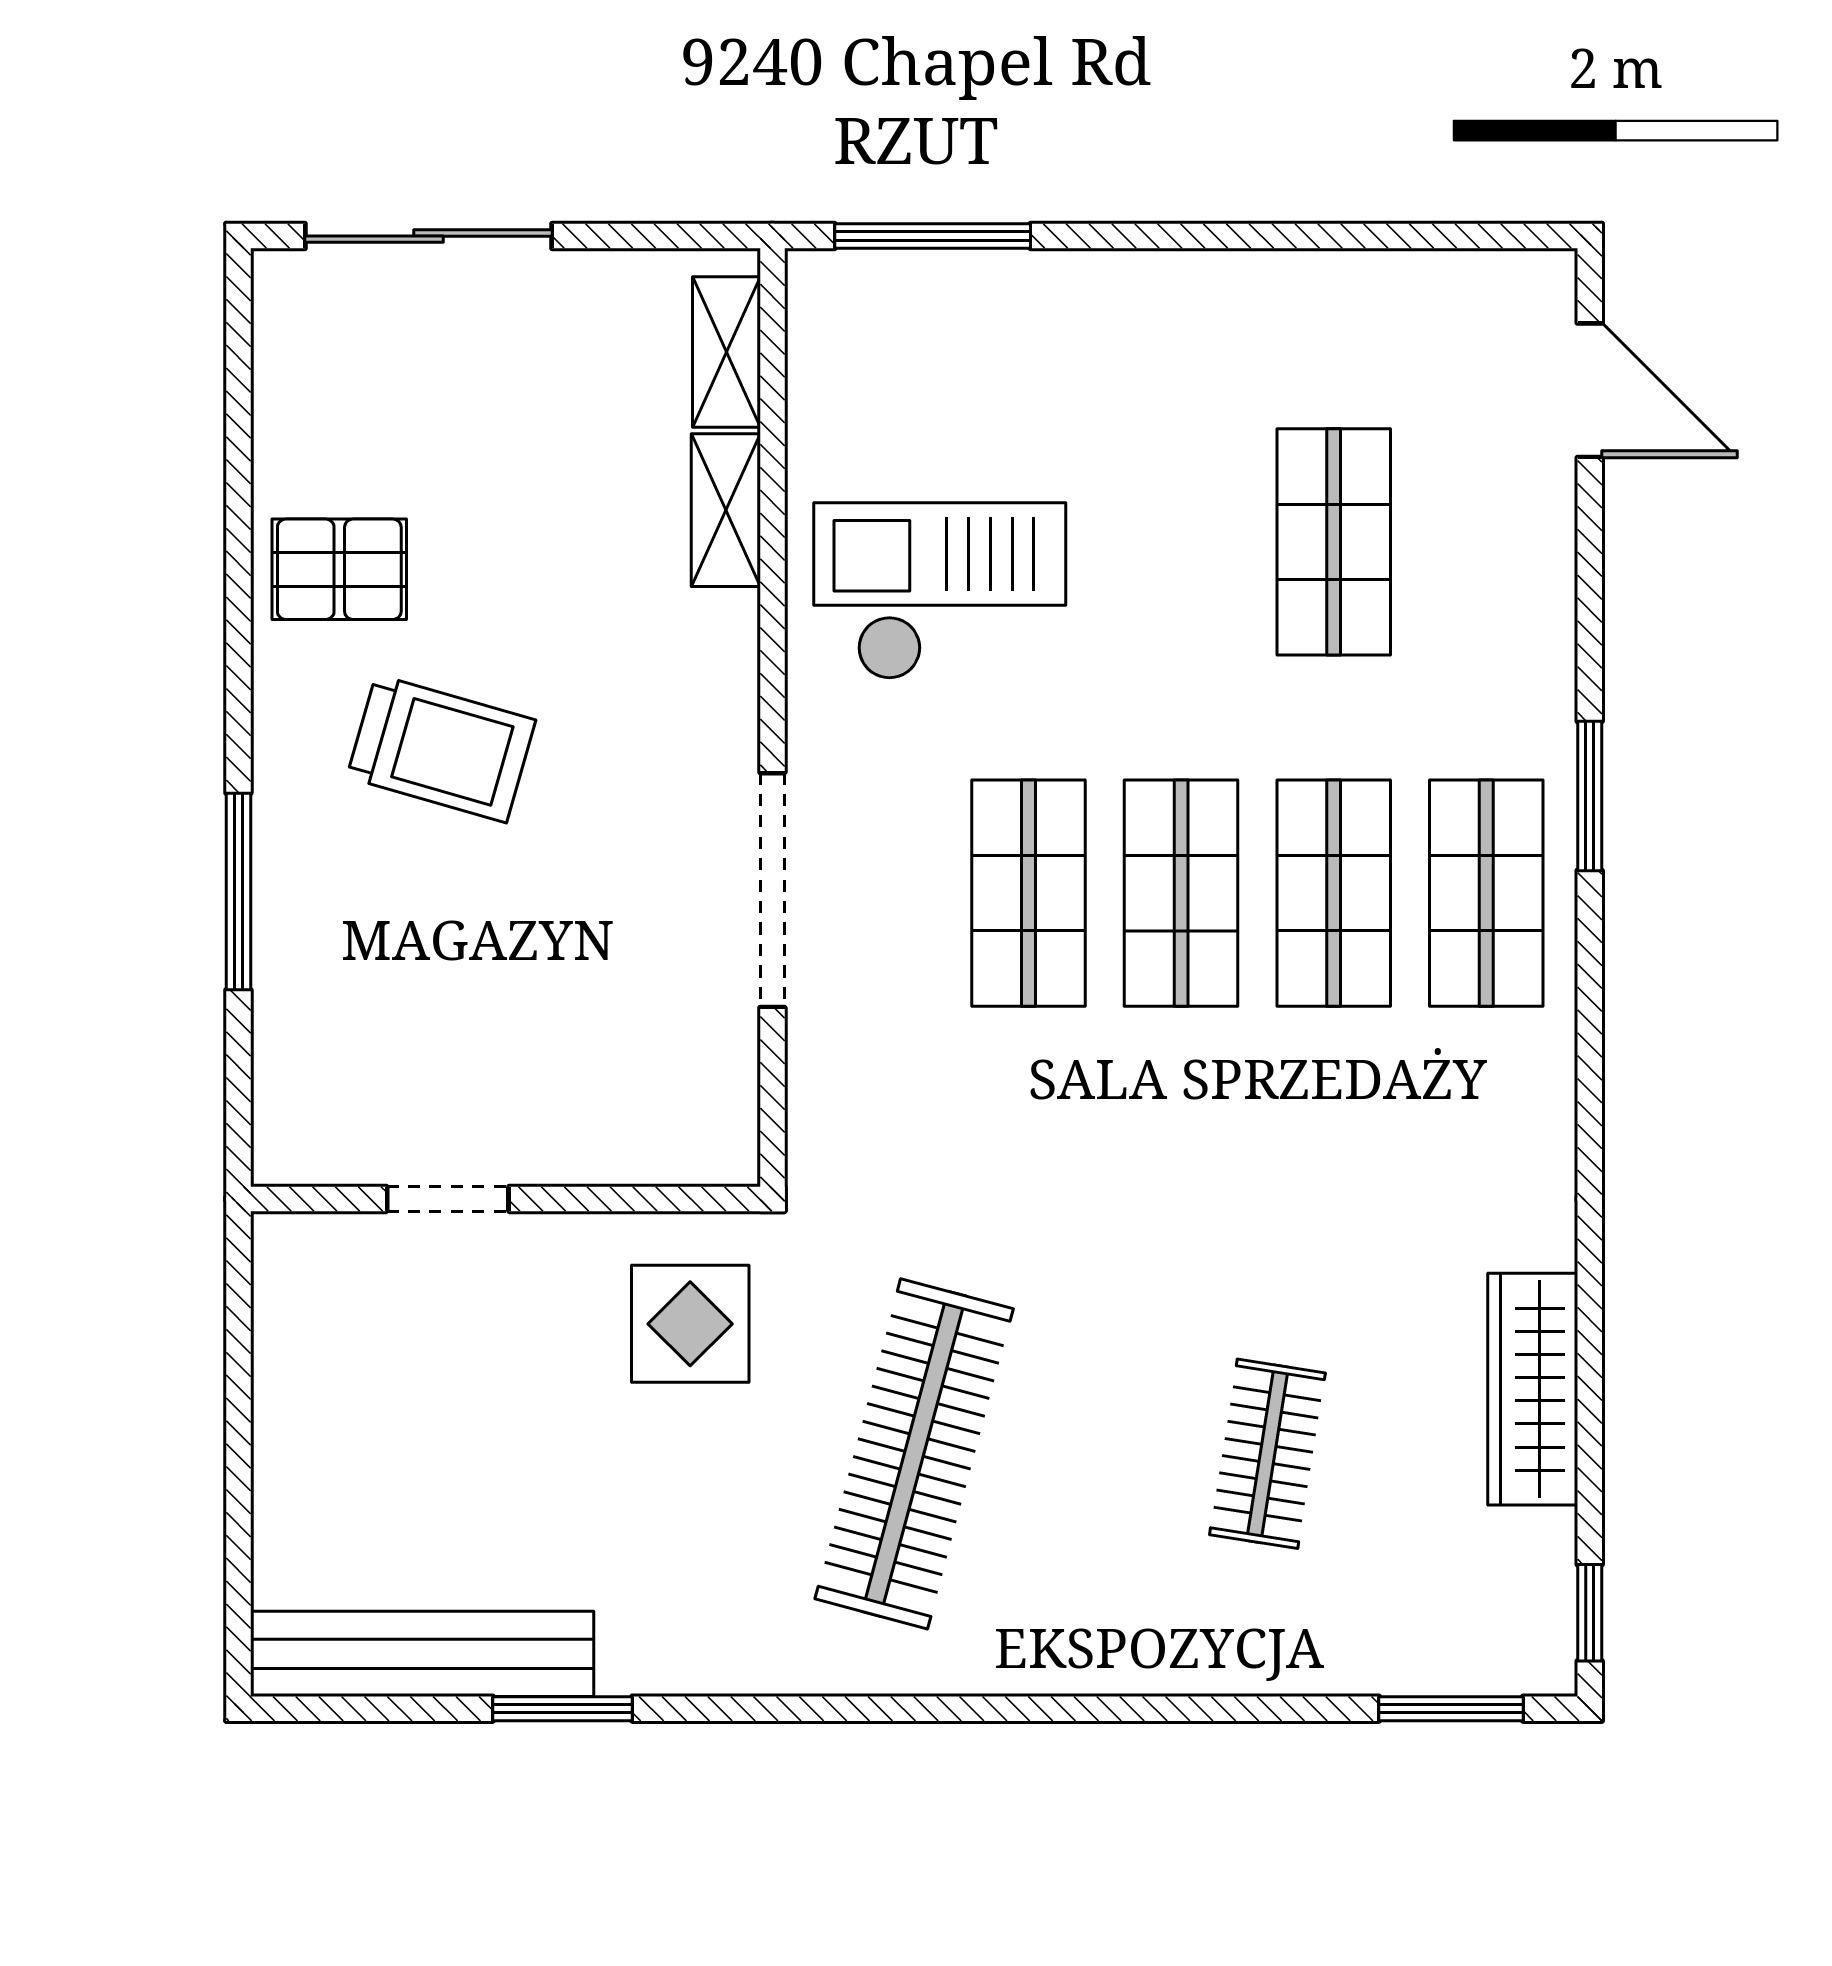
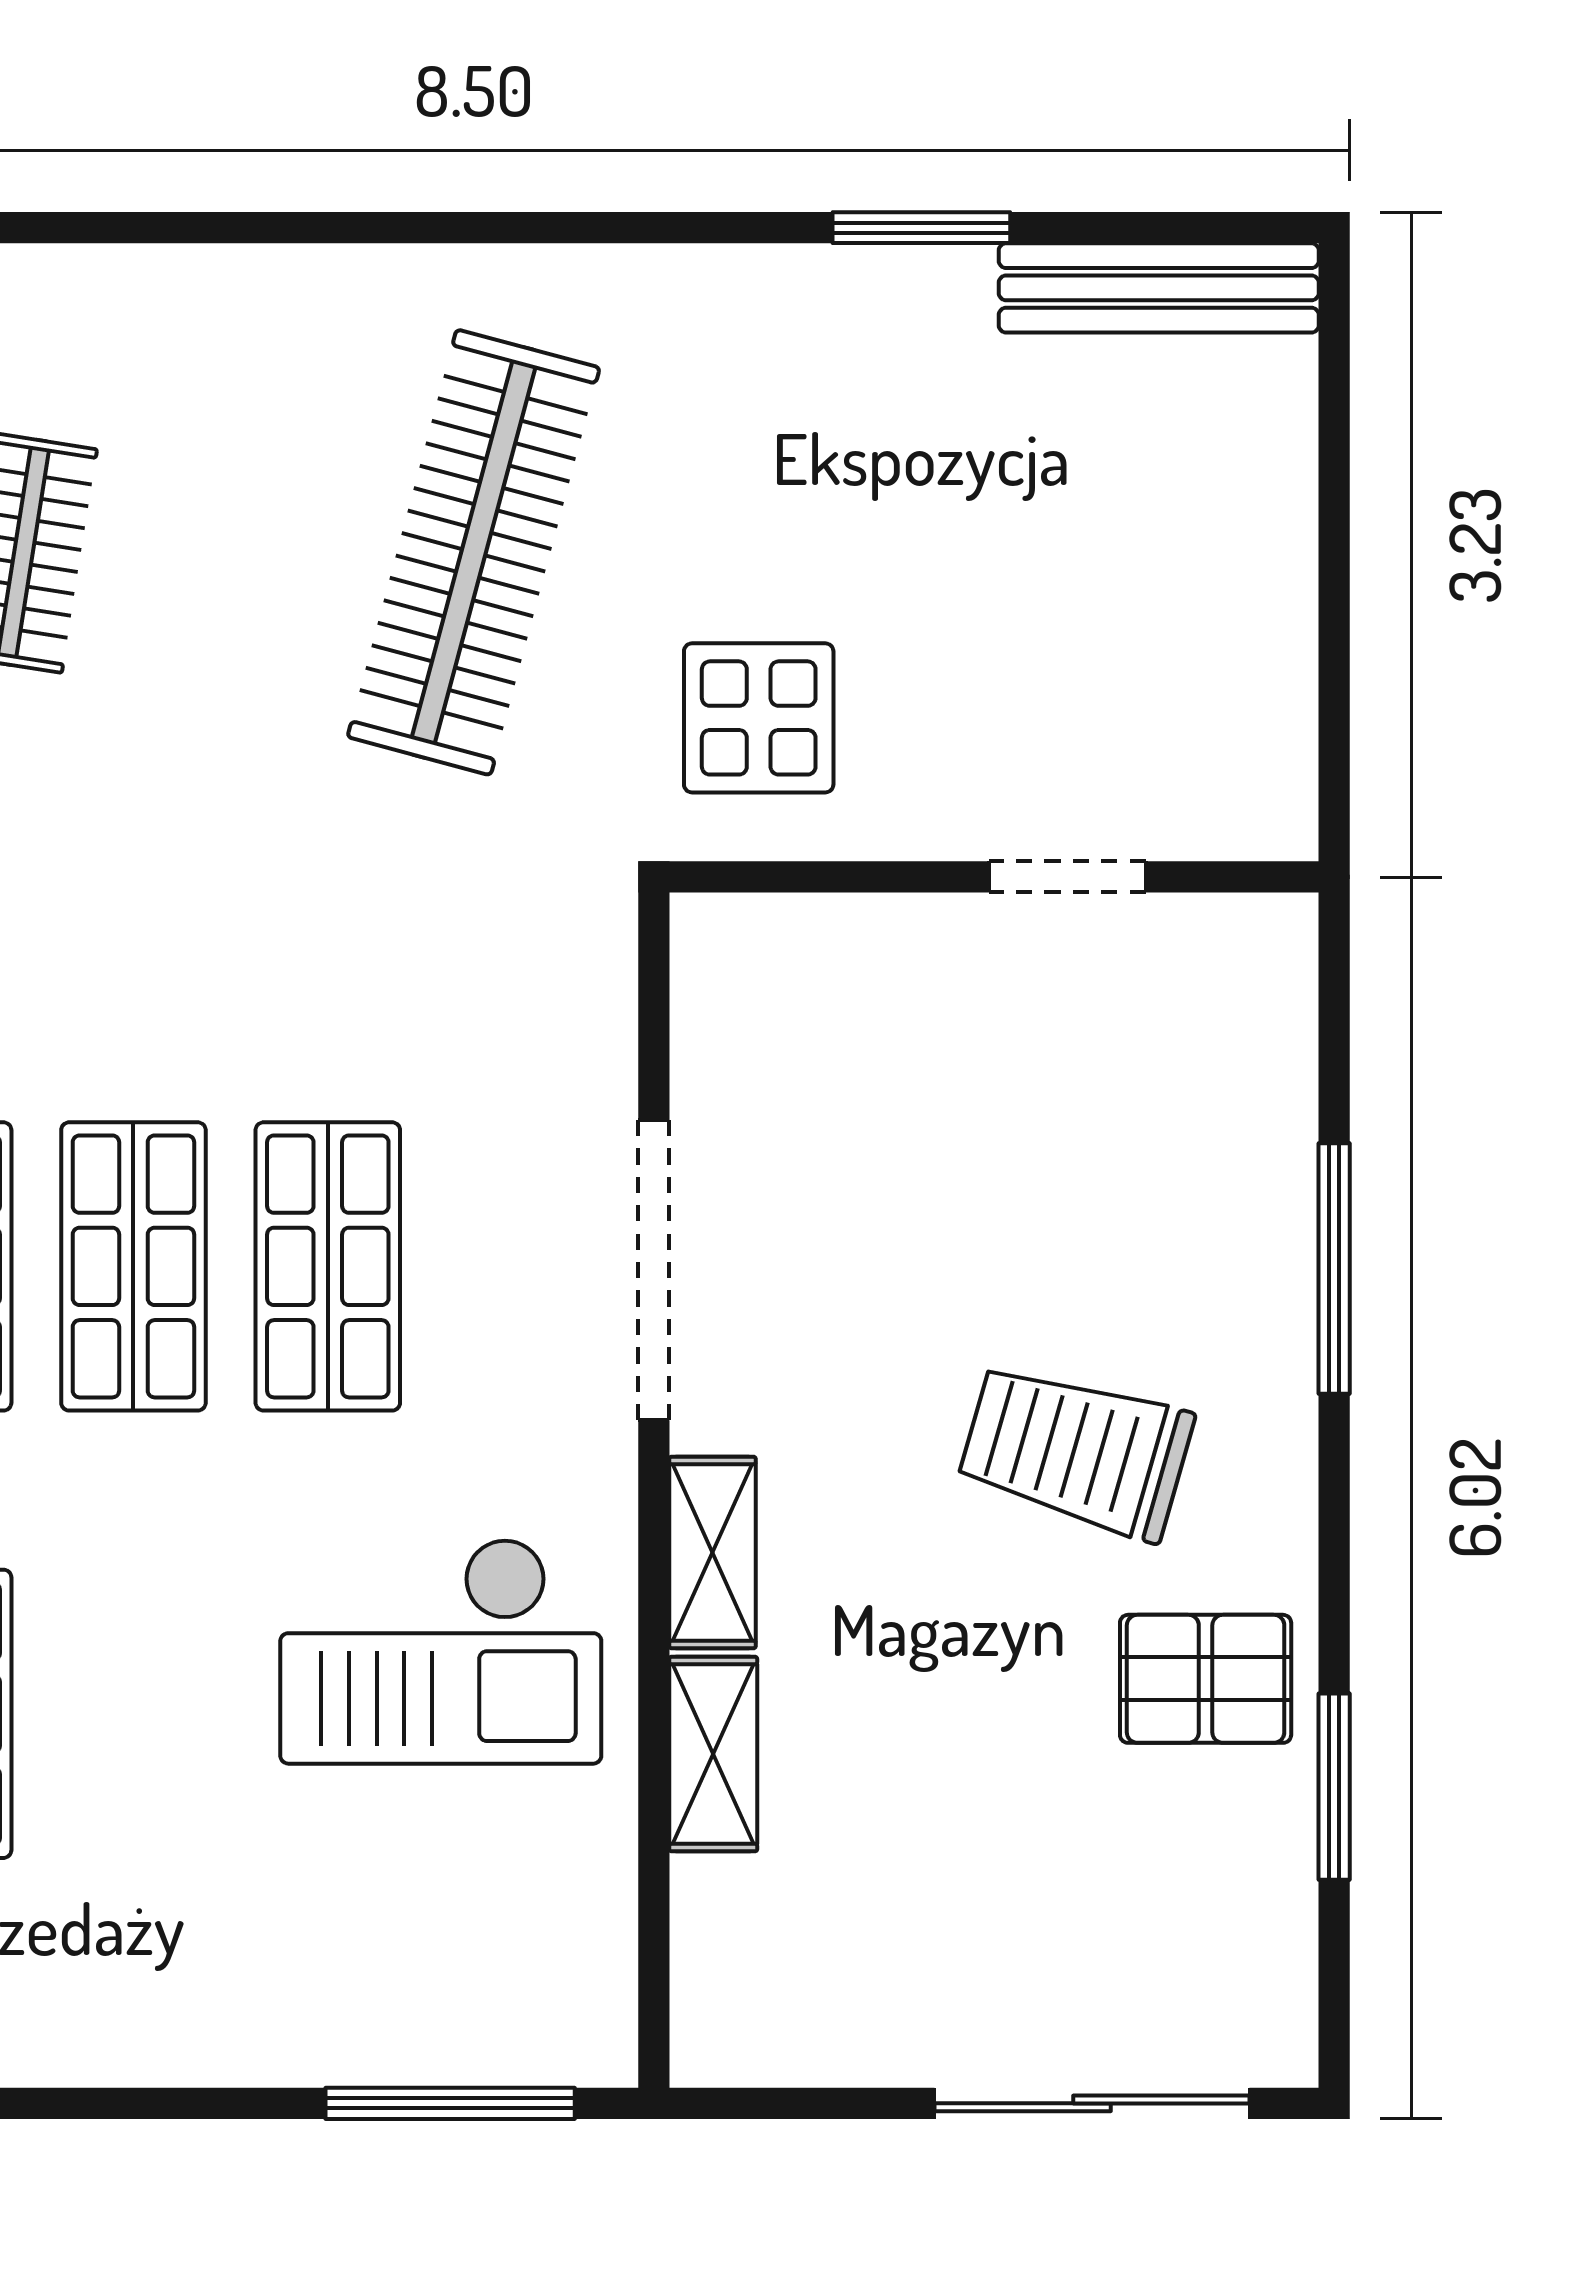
shelving: (726, 352) -> (713, 1553), moved
window: (238, 485) -> (1334, 1787), added
bench: (422, 1654) -> (1159, 288), width x0.73, depth x0.82

